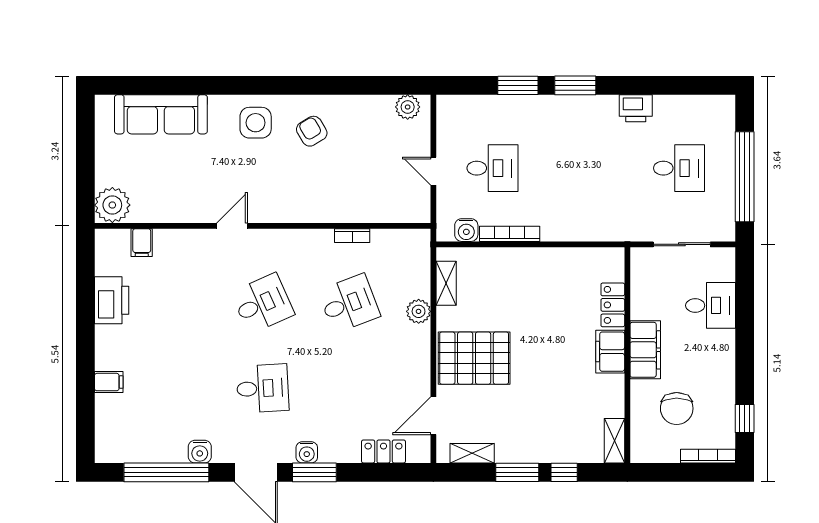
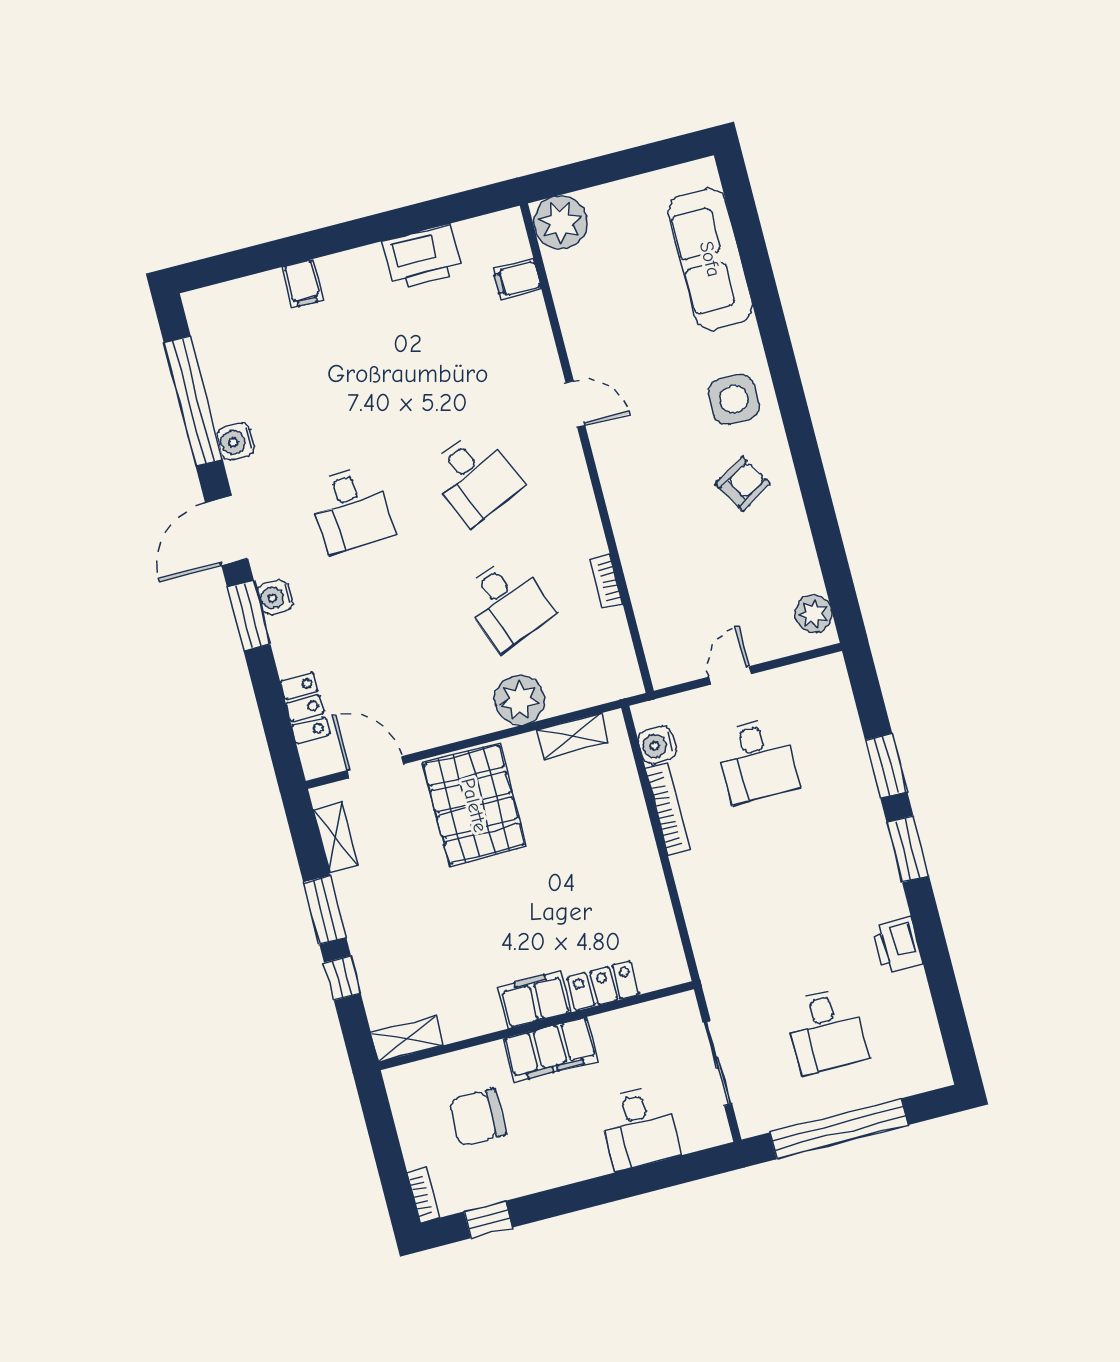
plant: (419, 311) -> (520, 700), width x1.36, depth x1.36
bookcase: (708, 456) -> (424, 1195), width x0.64

